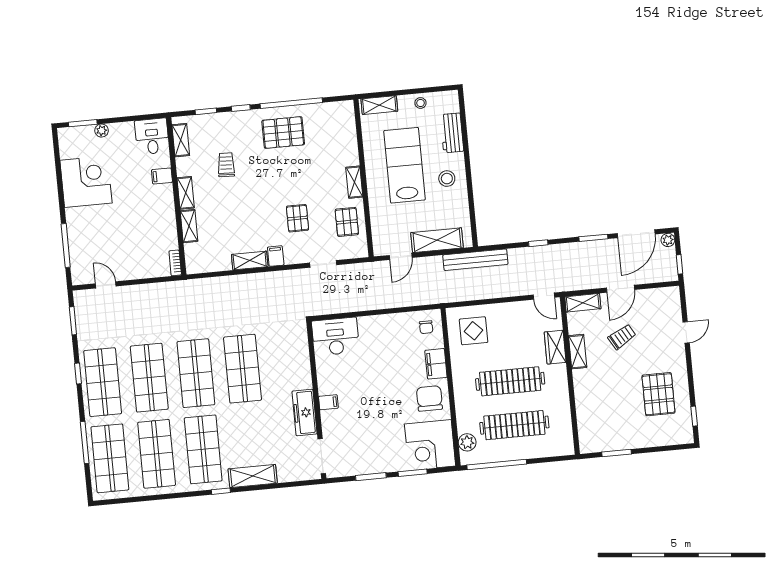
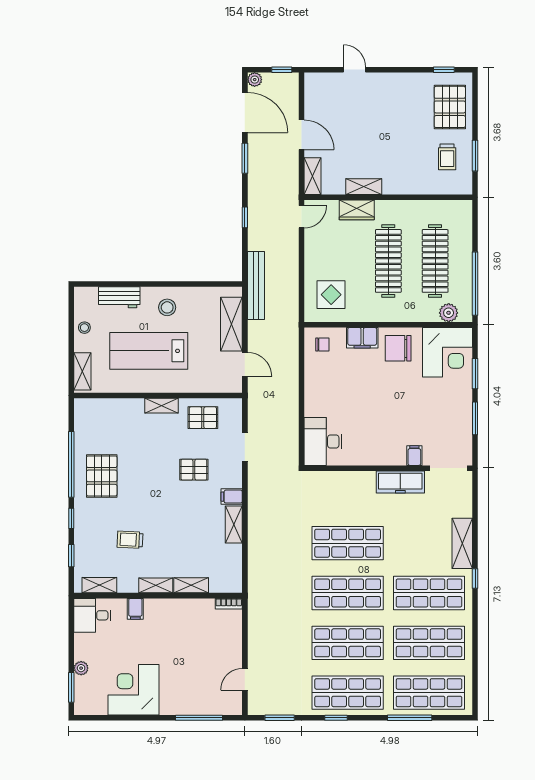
trolley: (622, 337) -> (447, 157), moved, turned -150
pallet: (658, 394) -> (450, 107), moved, turned 90
filing cabinet: (328, 402) -> (414, 456), moved

